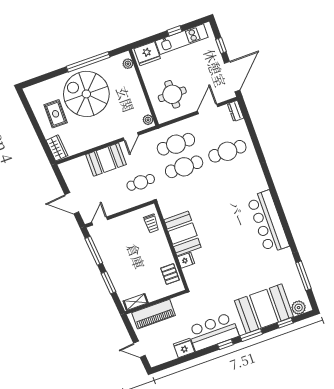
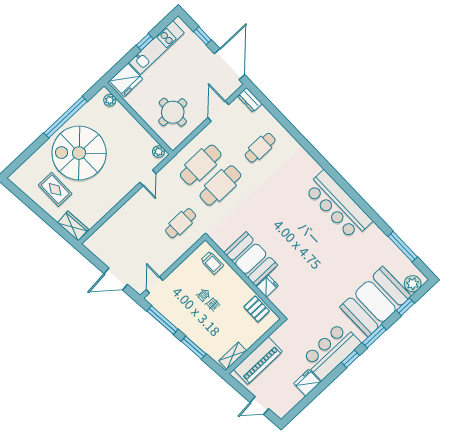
cafe table: (227, 151) -> (260, 148), width x0.73, depth x0.74
booth: (106, 160) -> (132, 215), removed

